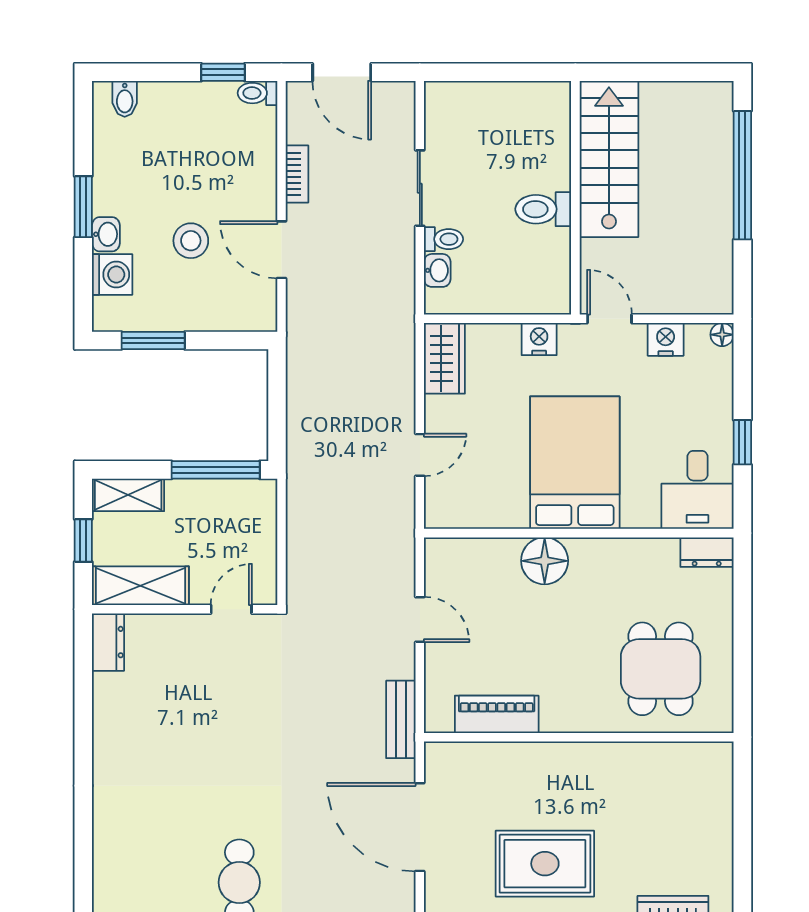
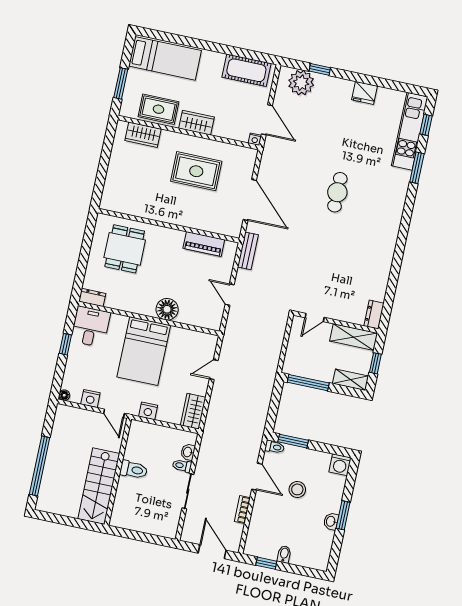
toilet: (257, 93) -> (275, 447), moved
bidet: (125, 99) -> (284, 554), moved
washbasin: (106, 234) -> (331, 521), moved
washing machine: (112, 275) -> (340, 465), moved, turned -90
window: (153, 341) -> (293, 441), moved

